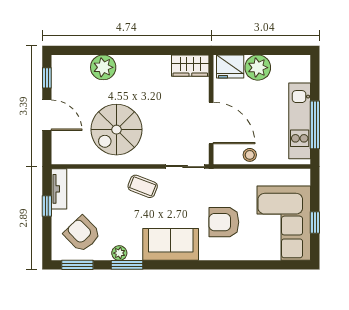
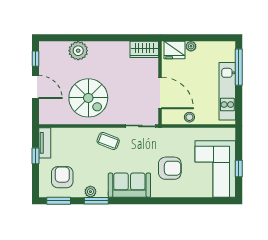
plant: (258, 68) -> (191, 46), width x0.53, depth x0.53
window: (315, 125) -> (239, 67), moved
spiral stairs: (117, 130) -> (88, 98), turned -90
armchair: (224, 222) -> (170, 168), turned 180
armchair: (82, 234) -> (62, 177), turned 44

